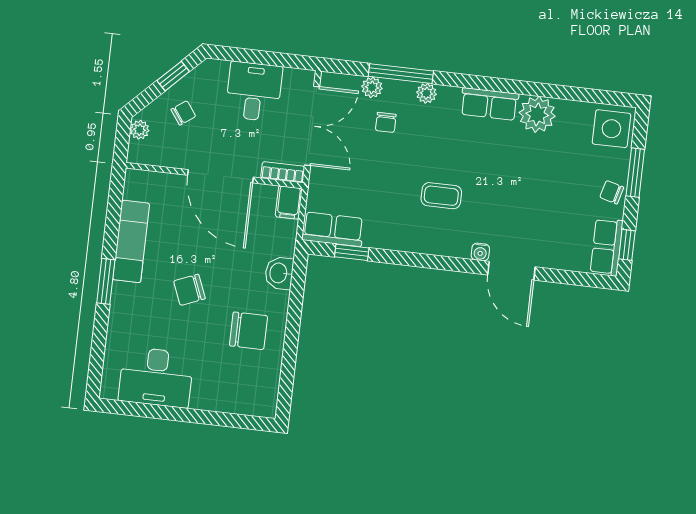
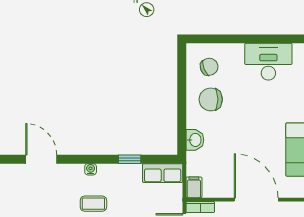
door: (220, 176) -> (256, 200), moved
window: (352, 252) -> (130, 159), moved
water cooler: (480, 252) -> (91, 169), moved
chair: (189, 290) -> (209, 67), moved

